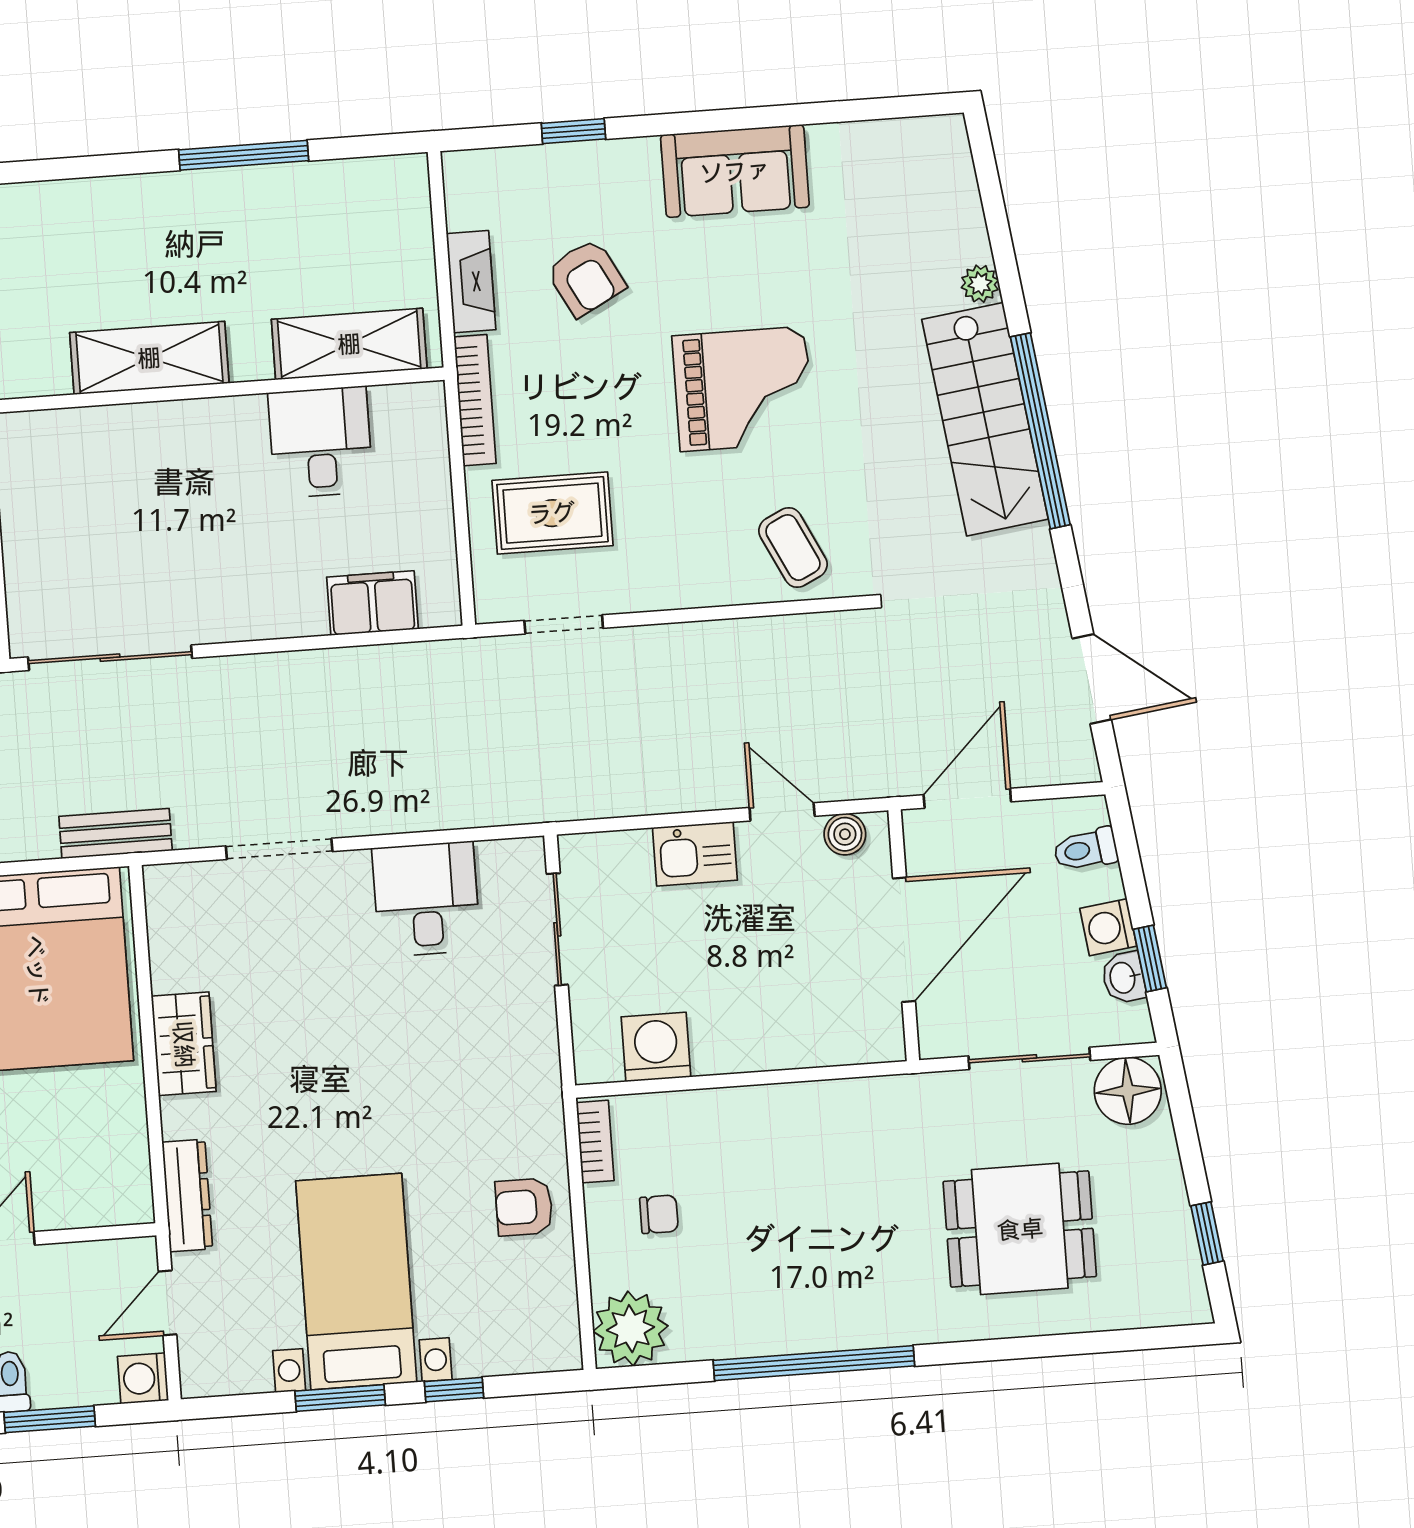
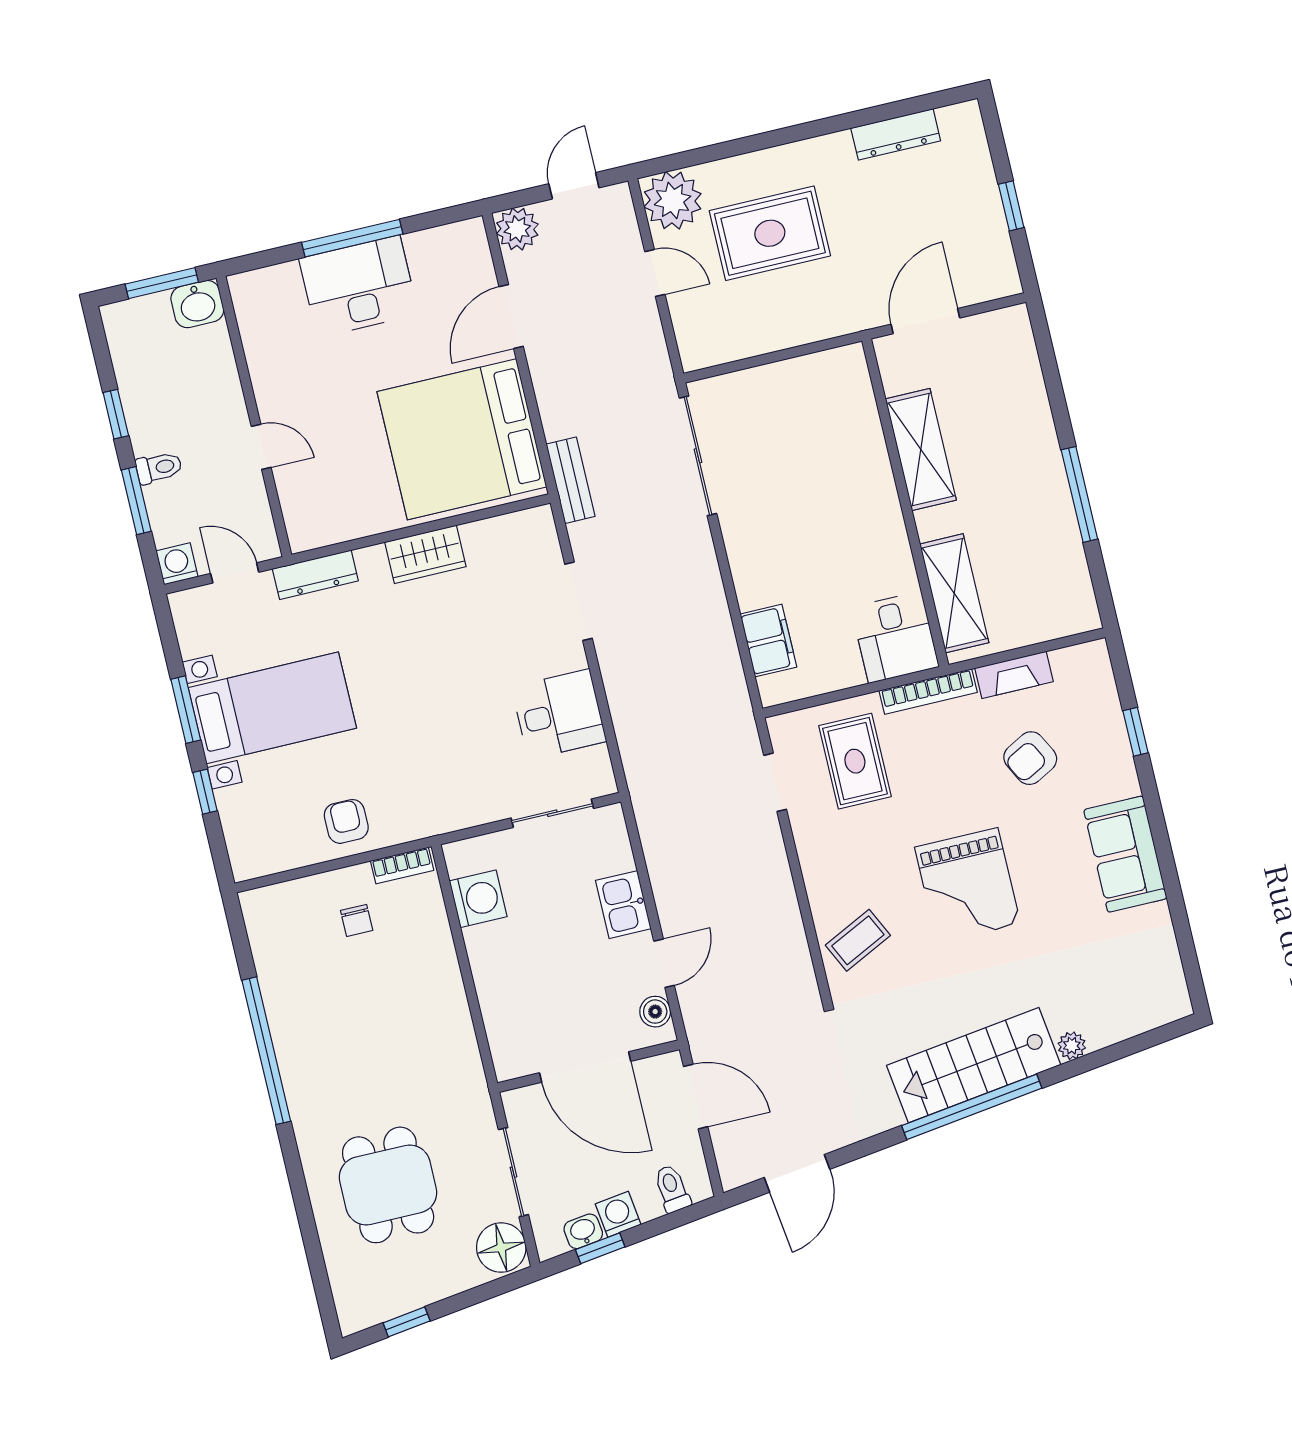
desk: (321, 442) -> (895, 637), moved, turned 90
plant: (631, 1329) -> (270, 913), removed

